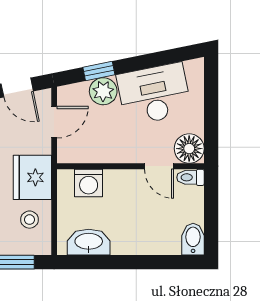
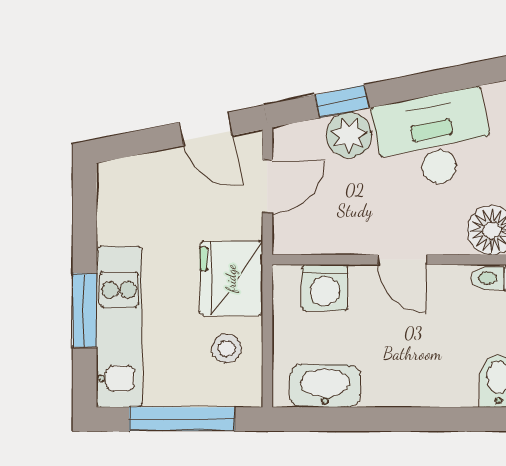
door: (159, 166) -> (402, 260), moved

